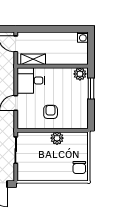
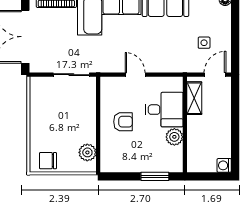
plant: (80, 74) -> (174, 137), moved
desk: (31, 80) -> (164, 110), moved, turned 90
plant: (57, 138) -> (87, 152), moved

